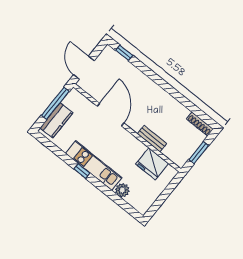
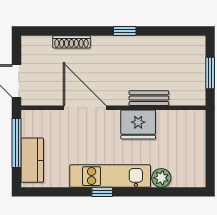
window: (124, 53) -> (125, 31), moved
shoe rack: (200, 124) -> (71, 42), moved
fridge: (152, 164) -> (138, 125), moved

